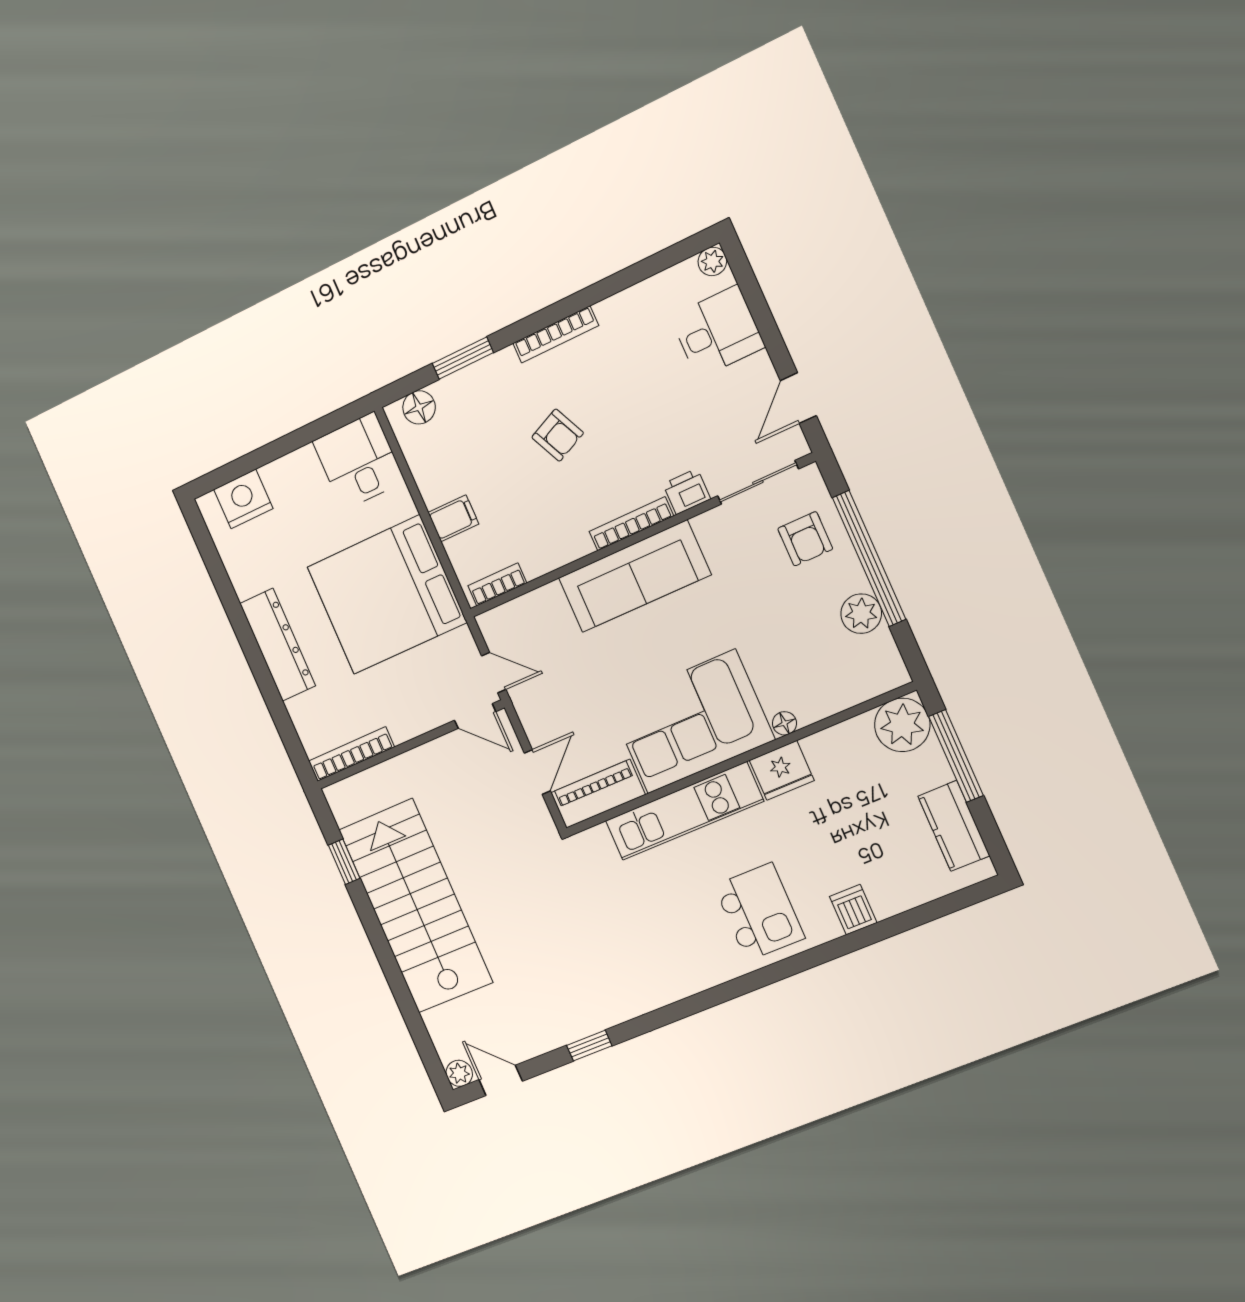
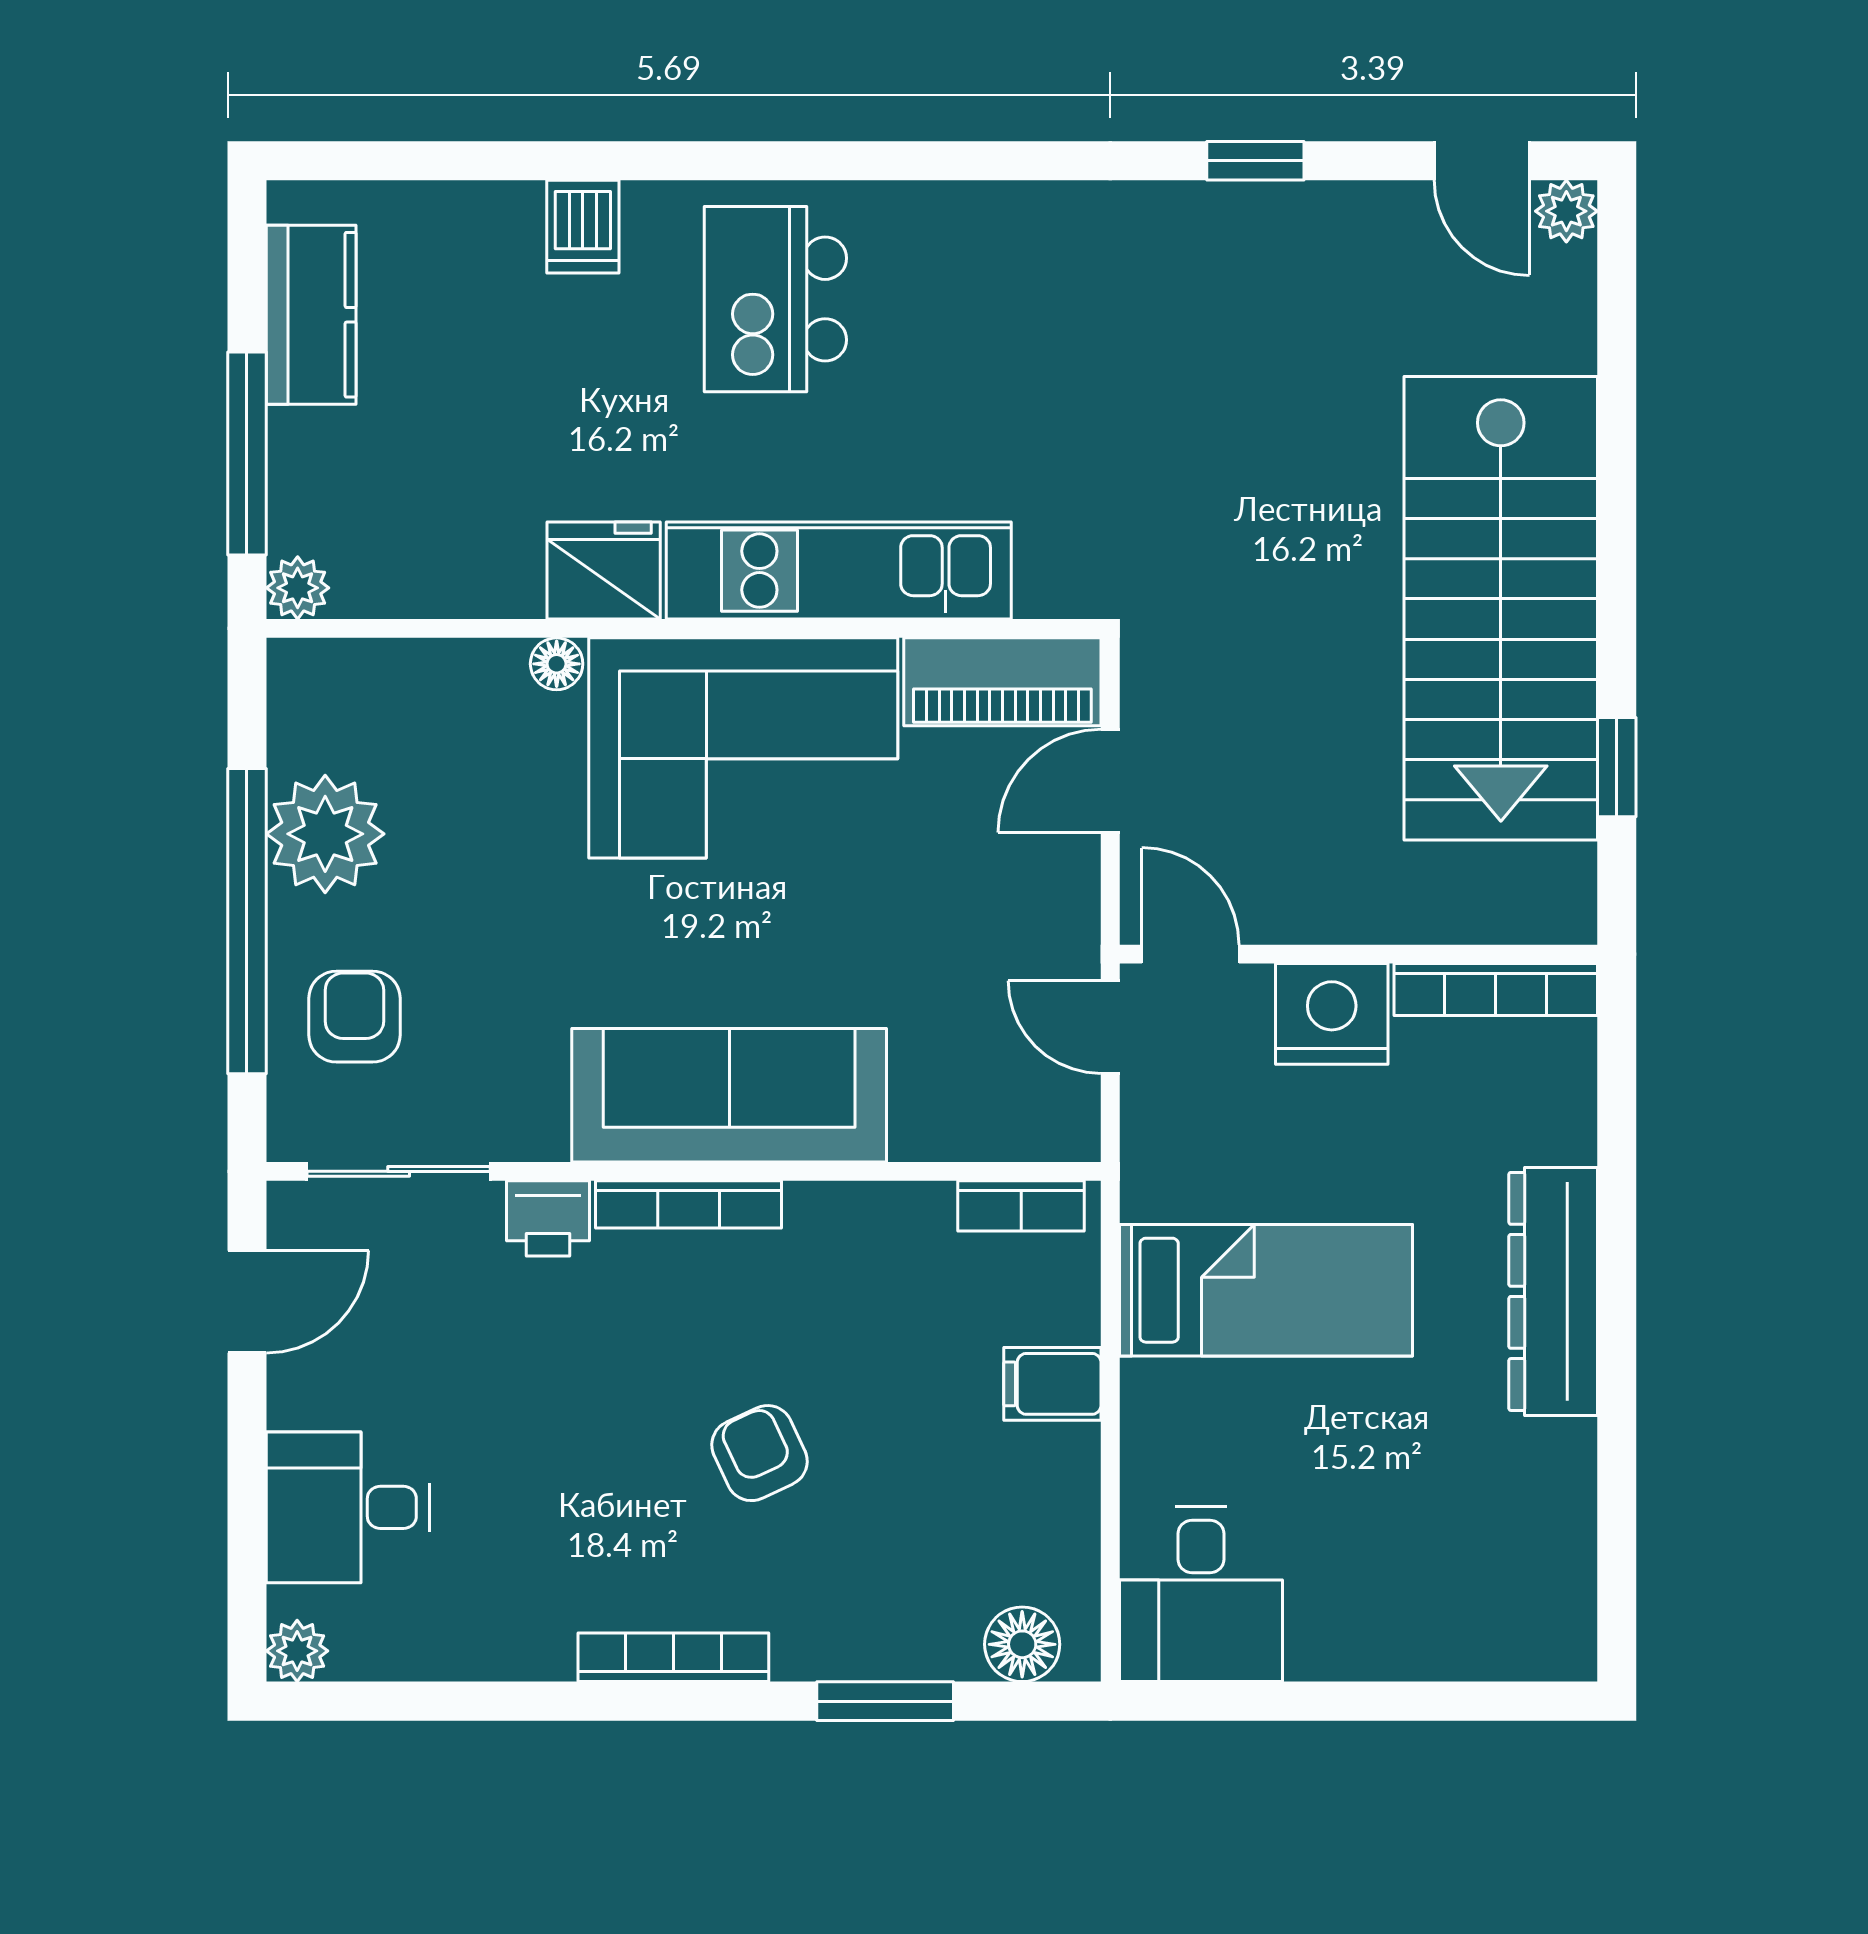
nightstand: (243, 499) -> (1332, 1014), moved, turned 180
bed: (387, 595) -> (1266, 1290), width x0.49
plant: (861, 614) -> (325, 834), width x1.36, depth x1.36
plant: (902, 725) -> (298, 588), width x0.53, depth x0.53

